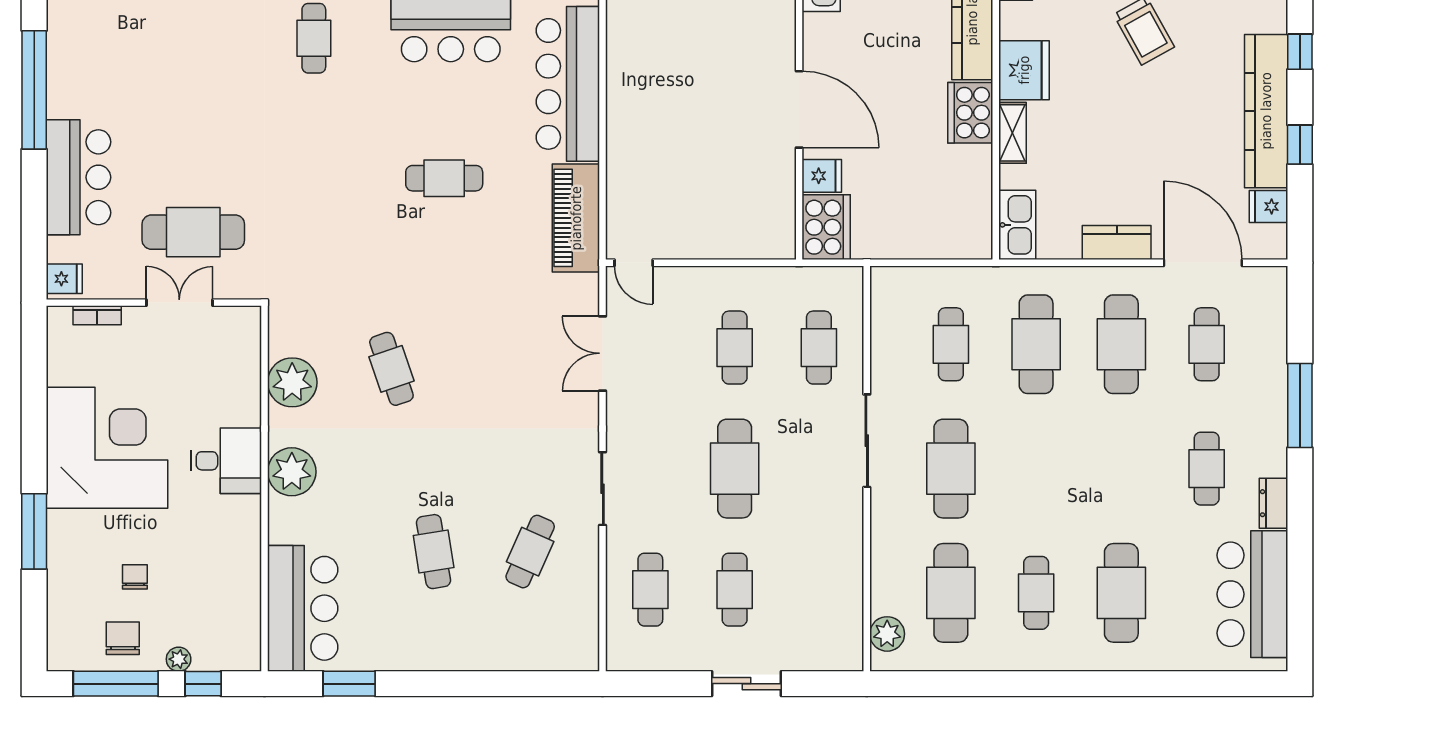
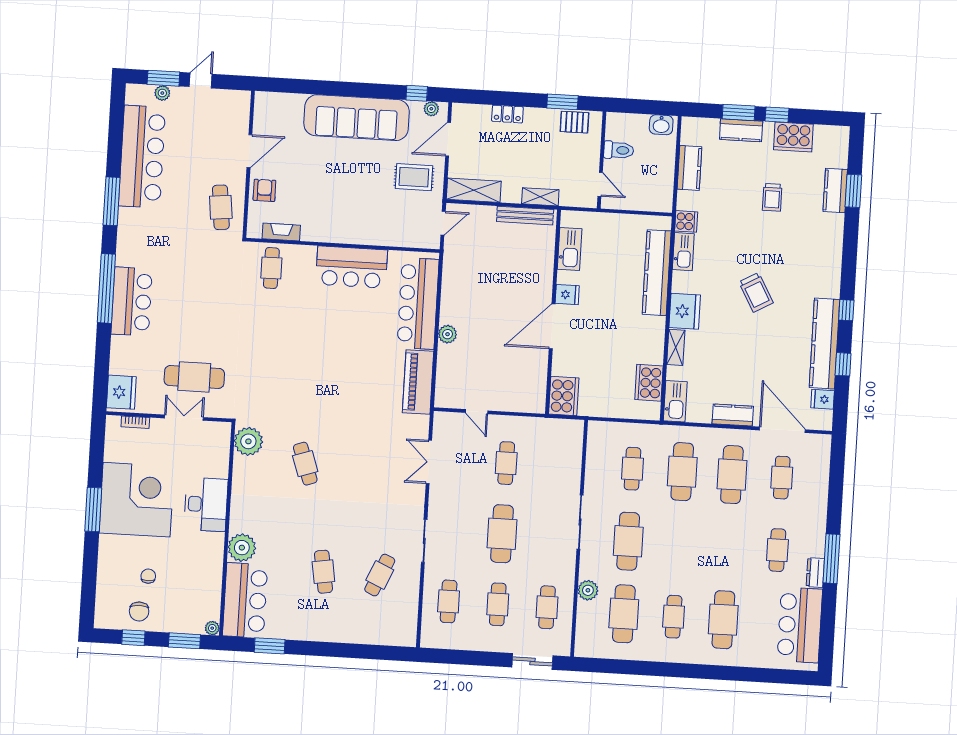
door: (799, 109) -> (552, 326), swing flipped
cooker: (970, 113) -> (649, 383), moved
plant: (621, 133) -> (448, 334), added
fridge: (822, 176) -> (567, 295), moved
bar counter: (79, 177) -> (132, 301), moved
cafe table: (444, 178) -> (343, 354), removed
door: (634, 263) -> (477, 412), moved
fridge: (64, 279) -> (121, 392), width x1.88, depth x1.34
cafe table: (819, 348) -> (547, 607), moved
plant: (292, 382) -> (248, 441), moved
window: (1300, 406) -> (832, 559), moved
desk: (226, 461) -> (206, 504), width x1.37
plant: (292, 472) -> (242, 548), moved
window: (34, 531) -> (93, 509), moved
plant: (887, 634) -> (588, 590), moved
chair: (123, 638) -> (139, 611), turned 180
plant: (179, 659) -> (212, 628), moved
window: (116, 684) -> (133, 638), width x0.46
window: (203, 684) -> (184, 641), width x1.50
sliding door: (746, 684) -> (532, 661), moved

